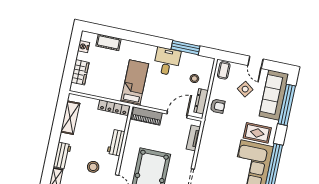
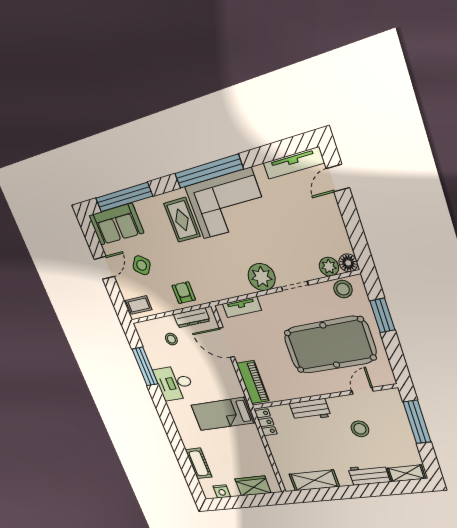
sofa: (274, 95) -> (116, 224), width x0.73
locker: (114, 108) -> (266, 422), width x0.66
plant: (205, 161) -> (262, 277), added

